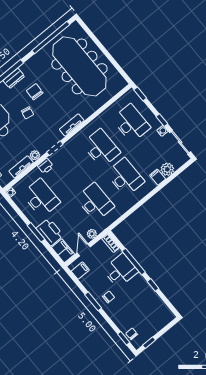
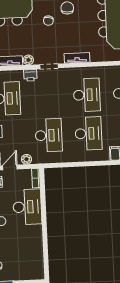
window: (134, 262) -> (44, 208), removed
desk: (120, 271) -> (27, 207), width x1.37
window: (153, 285) -> (45, 239), removed

